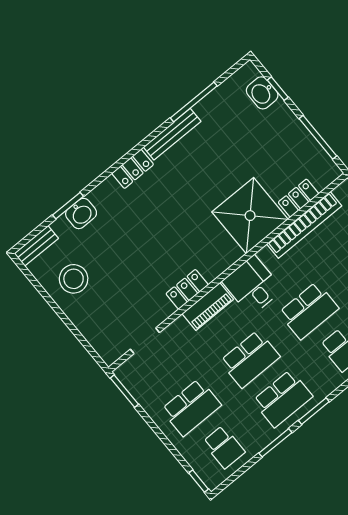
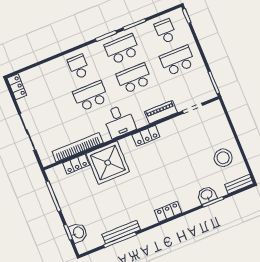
bench: (172, 134) -> (121, 232), moved
locker: (187, 289) -> (146, 136), moved
piano: (208, 306) -> (161, 112), moved

